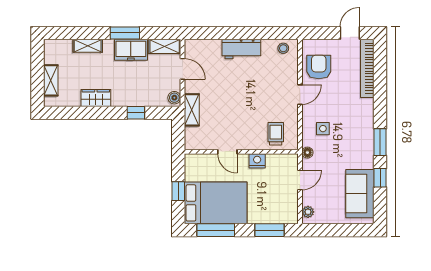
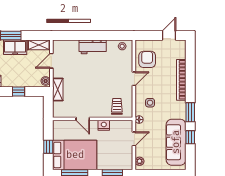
bookcase: (367, 68) -> (181, 80), moved
door: (183, 69) -> (51, 61), swing flipped
sofa: (360, 194) -> (176, 142), width x1.36

